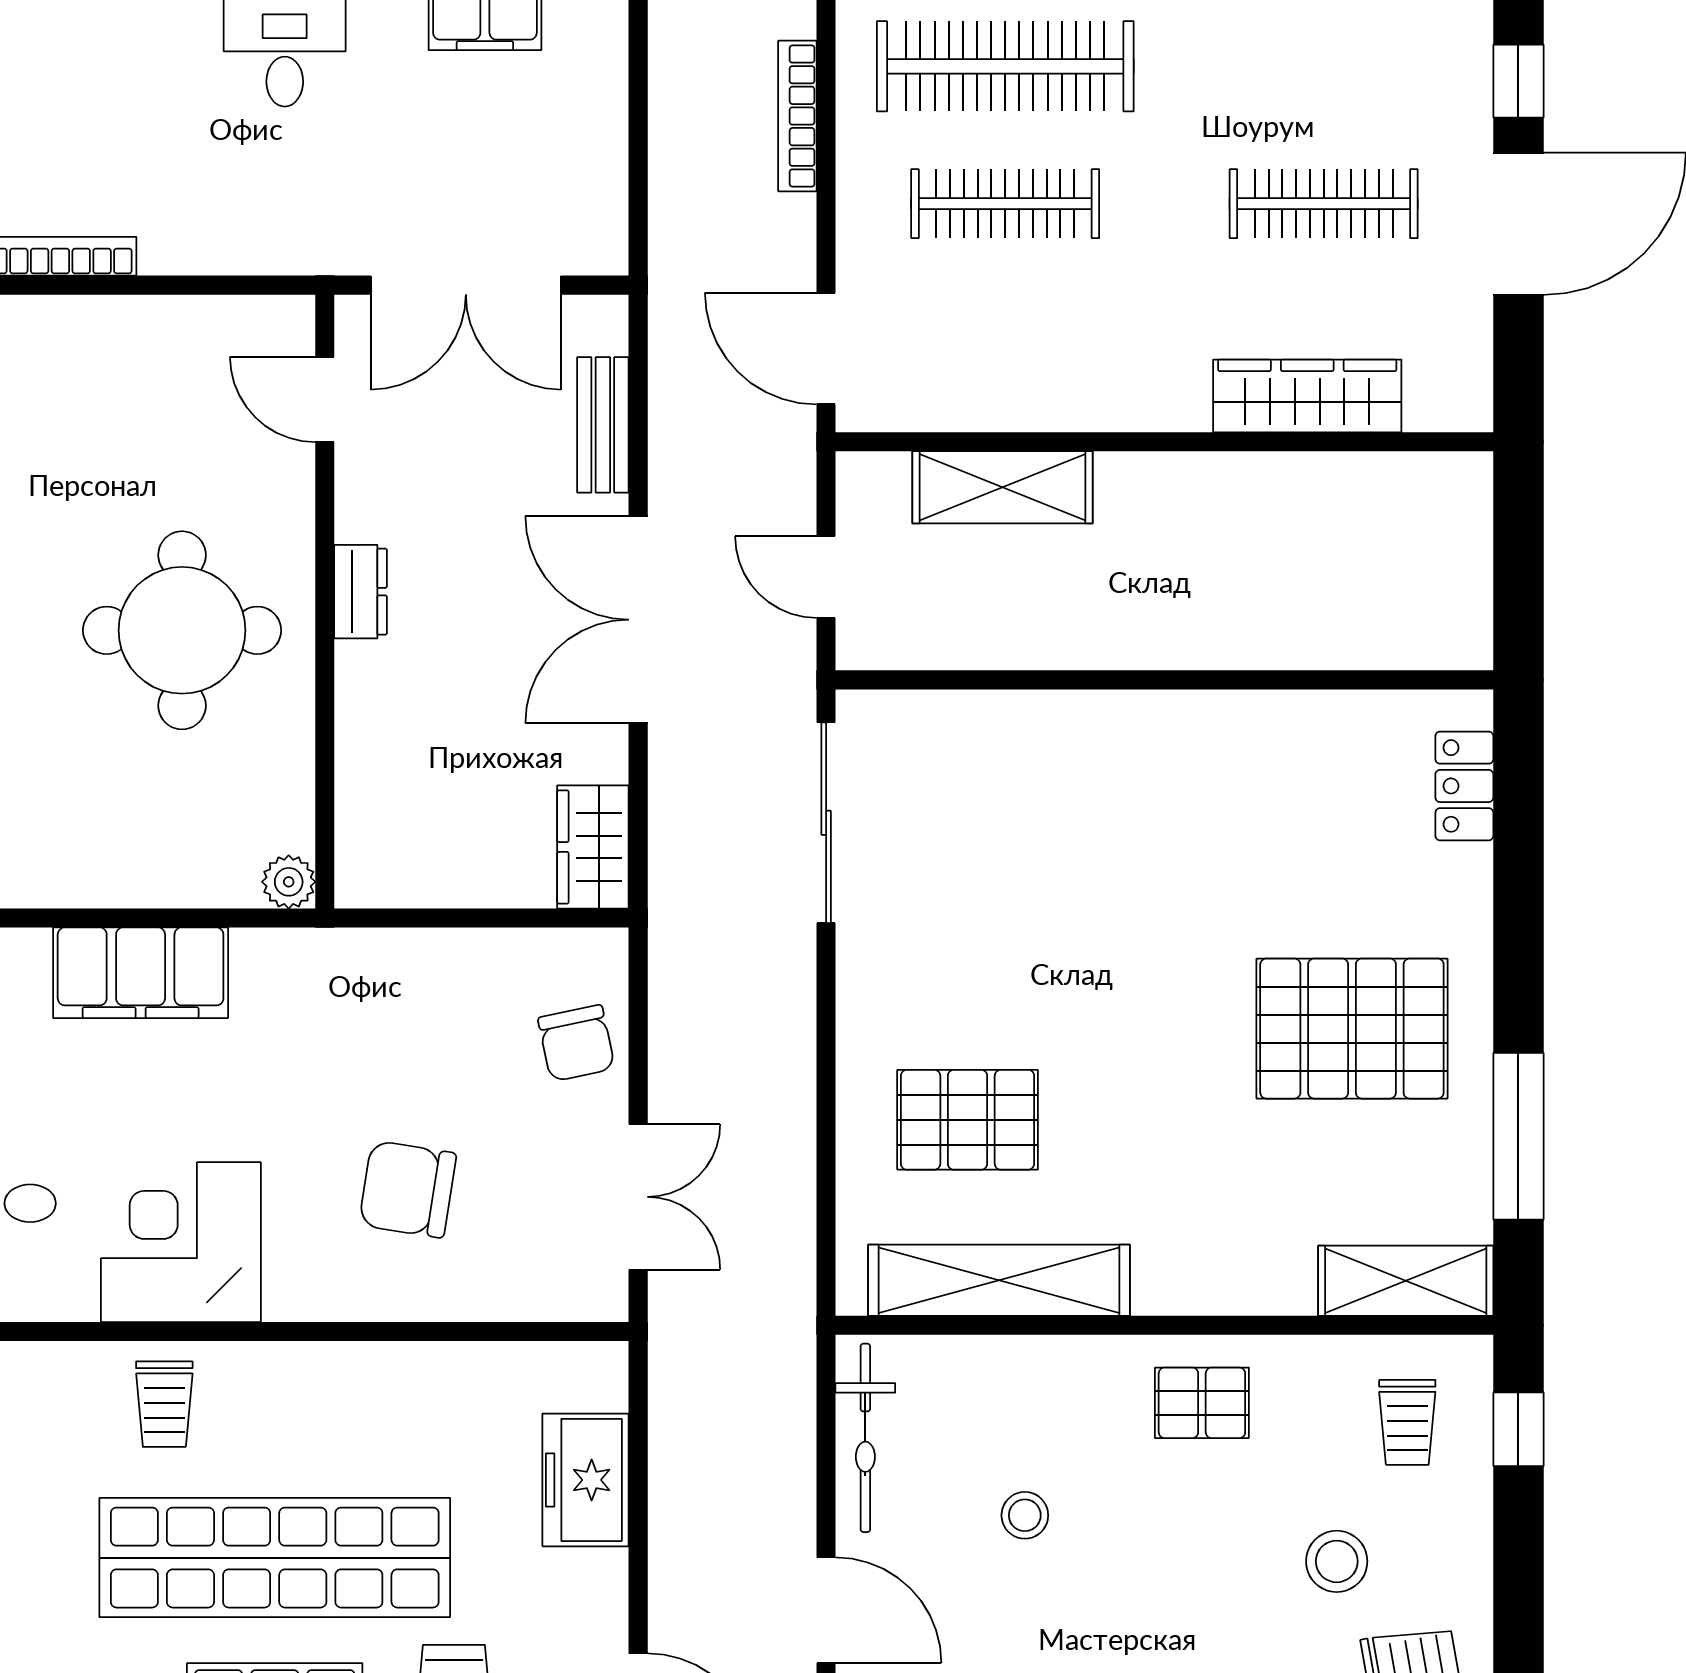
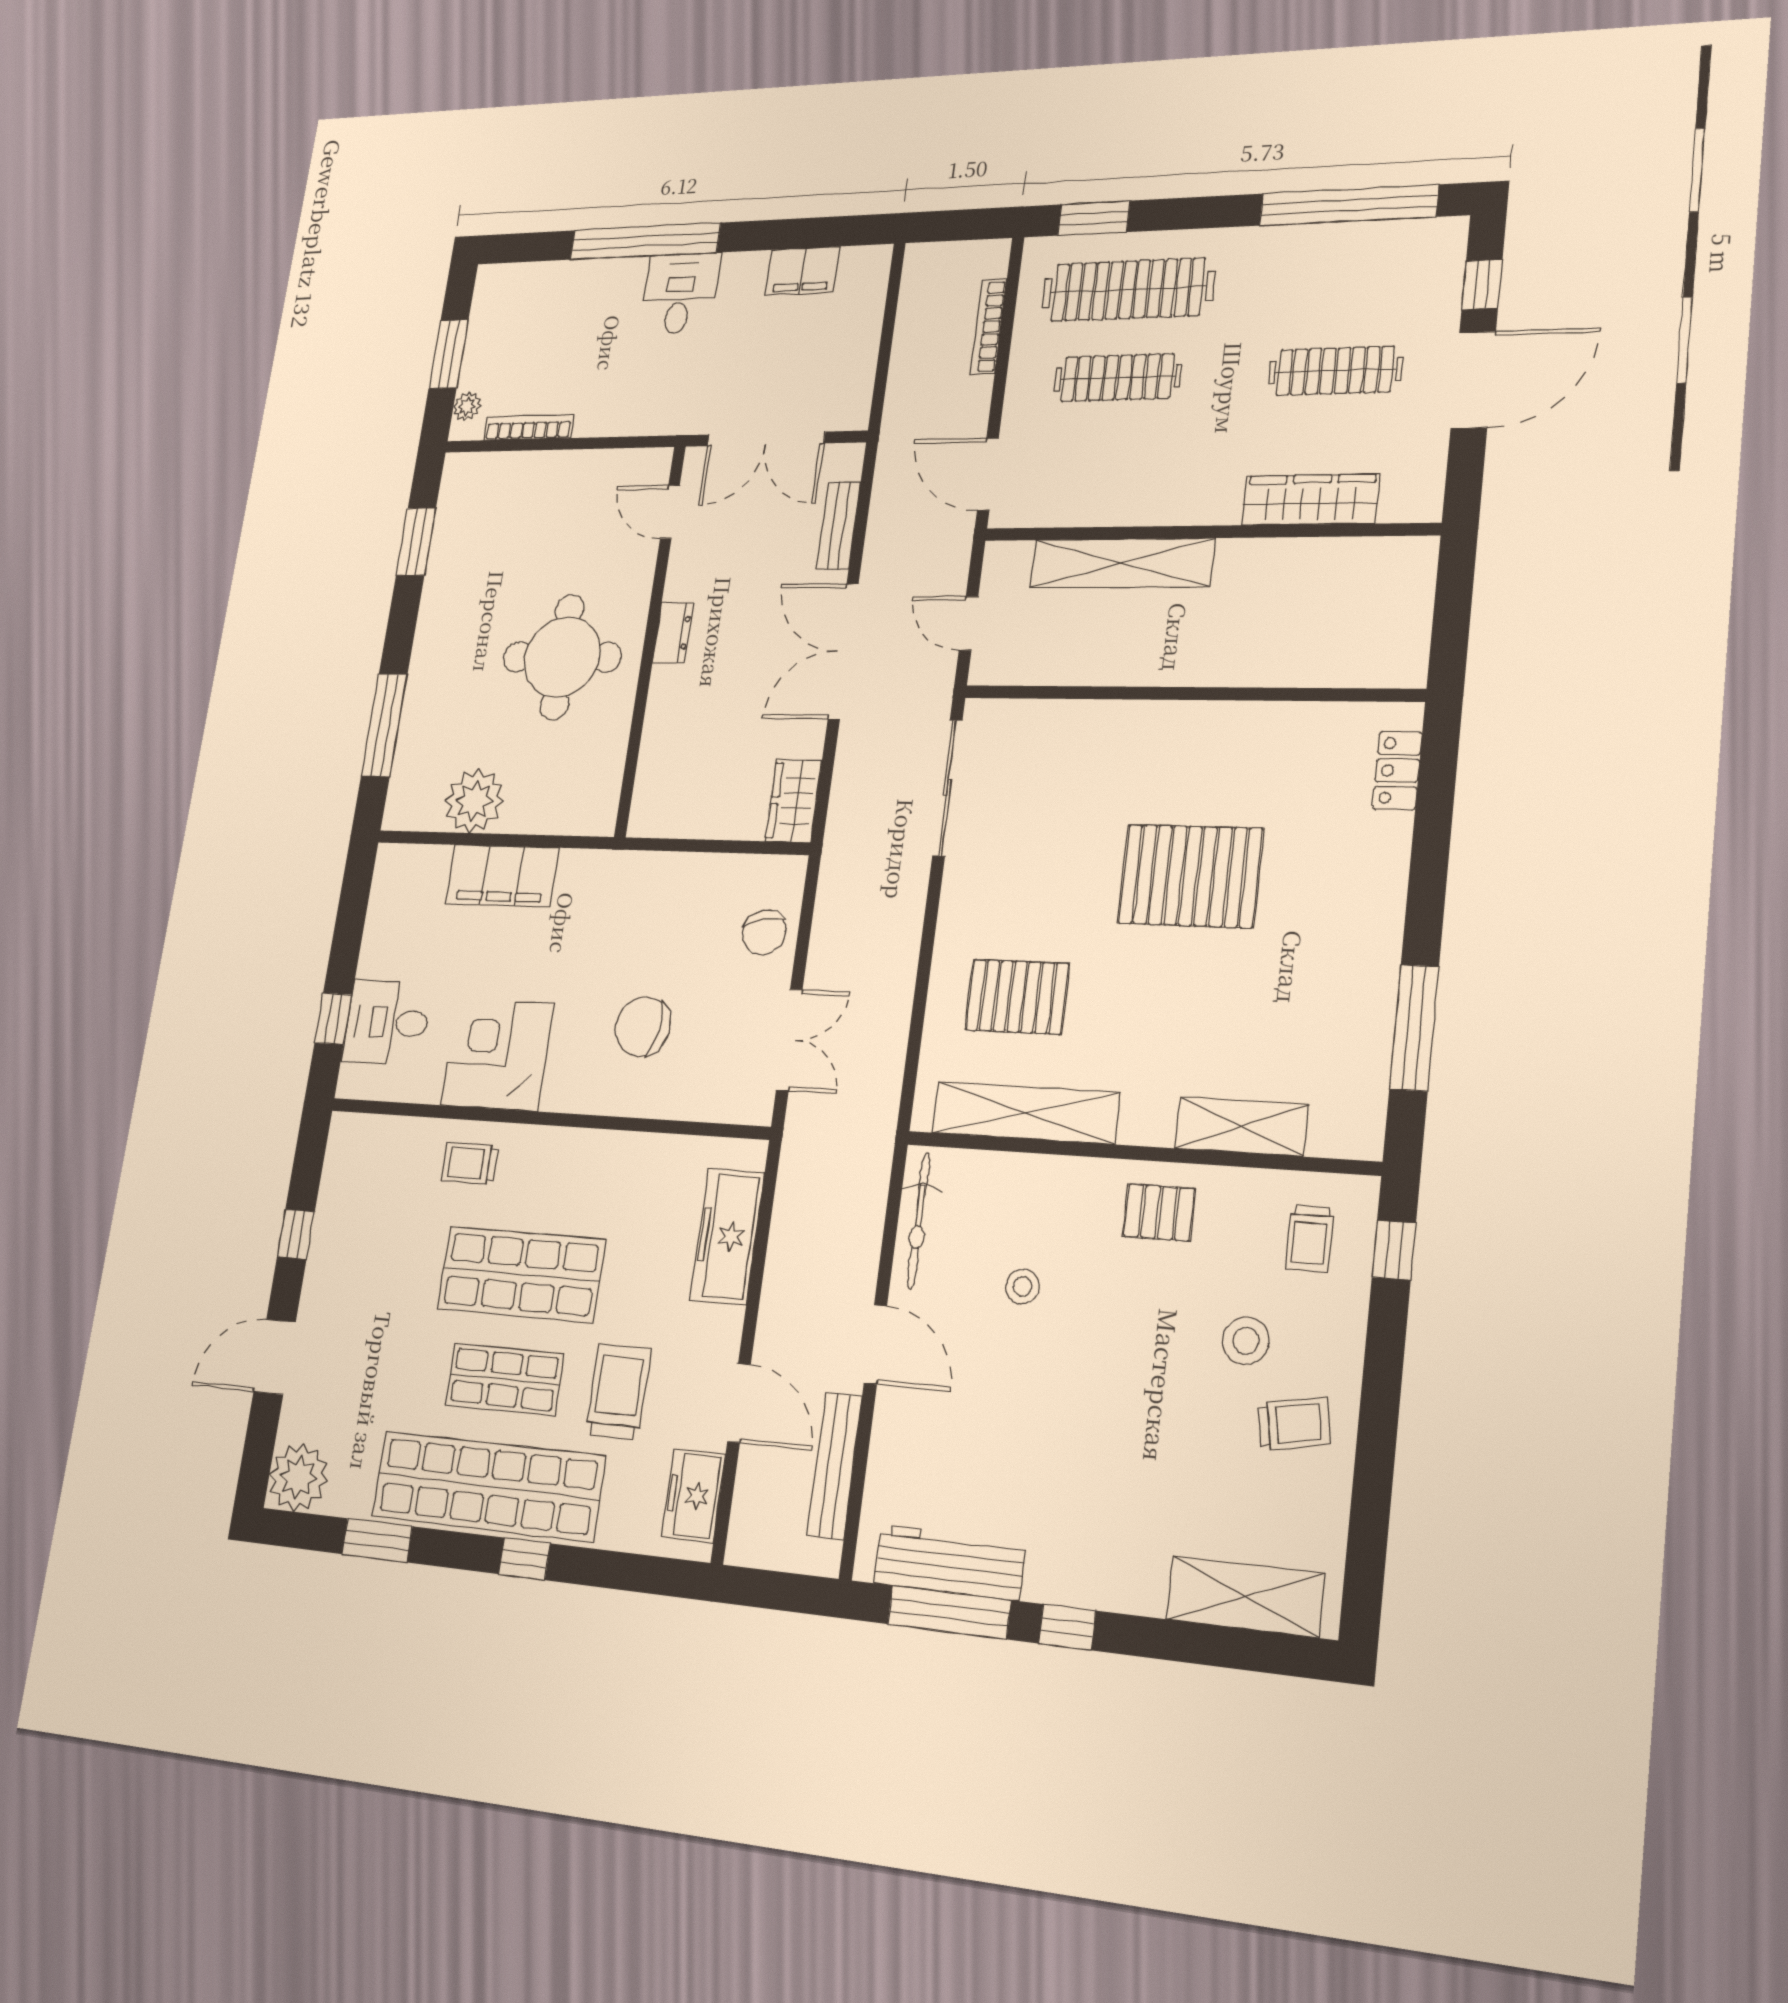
shelving: (1002, 487) -> (1122, 563), width x1.47
plant: (289, 882) -> (474, 801), moved, width x1.87, depth x1.87
pallet: (1352, 1029) -> (1190, 876), moved
shelving: (1406, 1281) -> (1241, 1126), moved
trolley: (164, 1404) -> (470, 1163), turned 90
freezer: (586, 1480) -> (727, 1236), width x1.40
shop shelf: (275, 1558) -> (521, 1274), width x0.71

